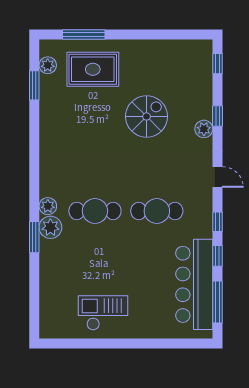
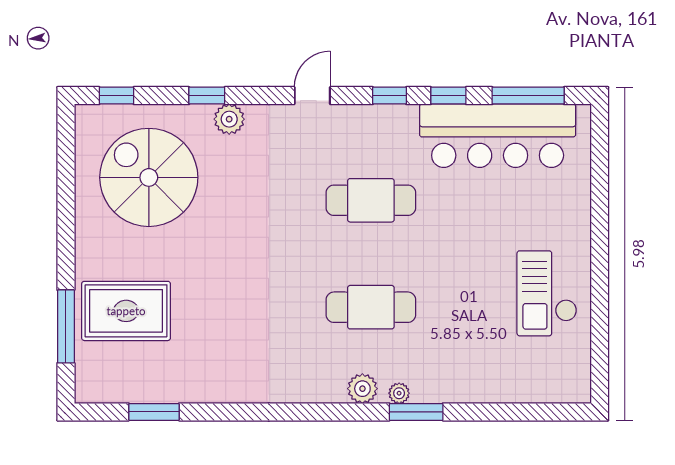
plant: (48, 65) -> (119, 389), removed
rug: (93, 69) -> (126, 311), turned 90
spiral stairs: (147, 116) -> (149, 177), moved, width x1.37, depth x1.37
cafe table: (95, 211) -> (371, 307), turned 90
cafe table: (157, 211) -> (371, 200), turned 90
plant: (50, 227) -> (399, 393), width x0.53, depth x0.53

